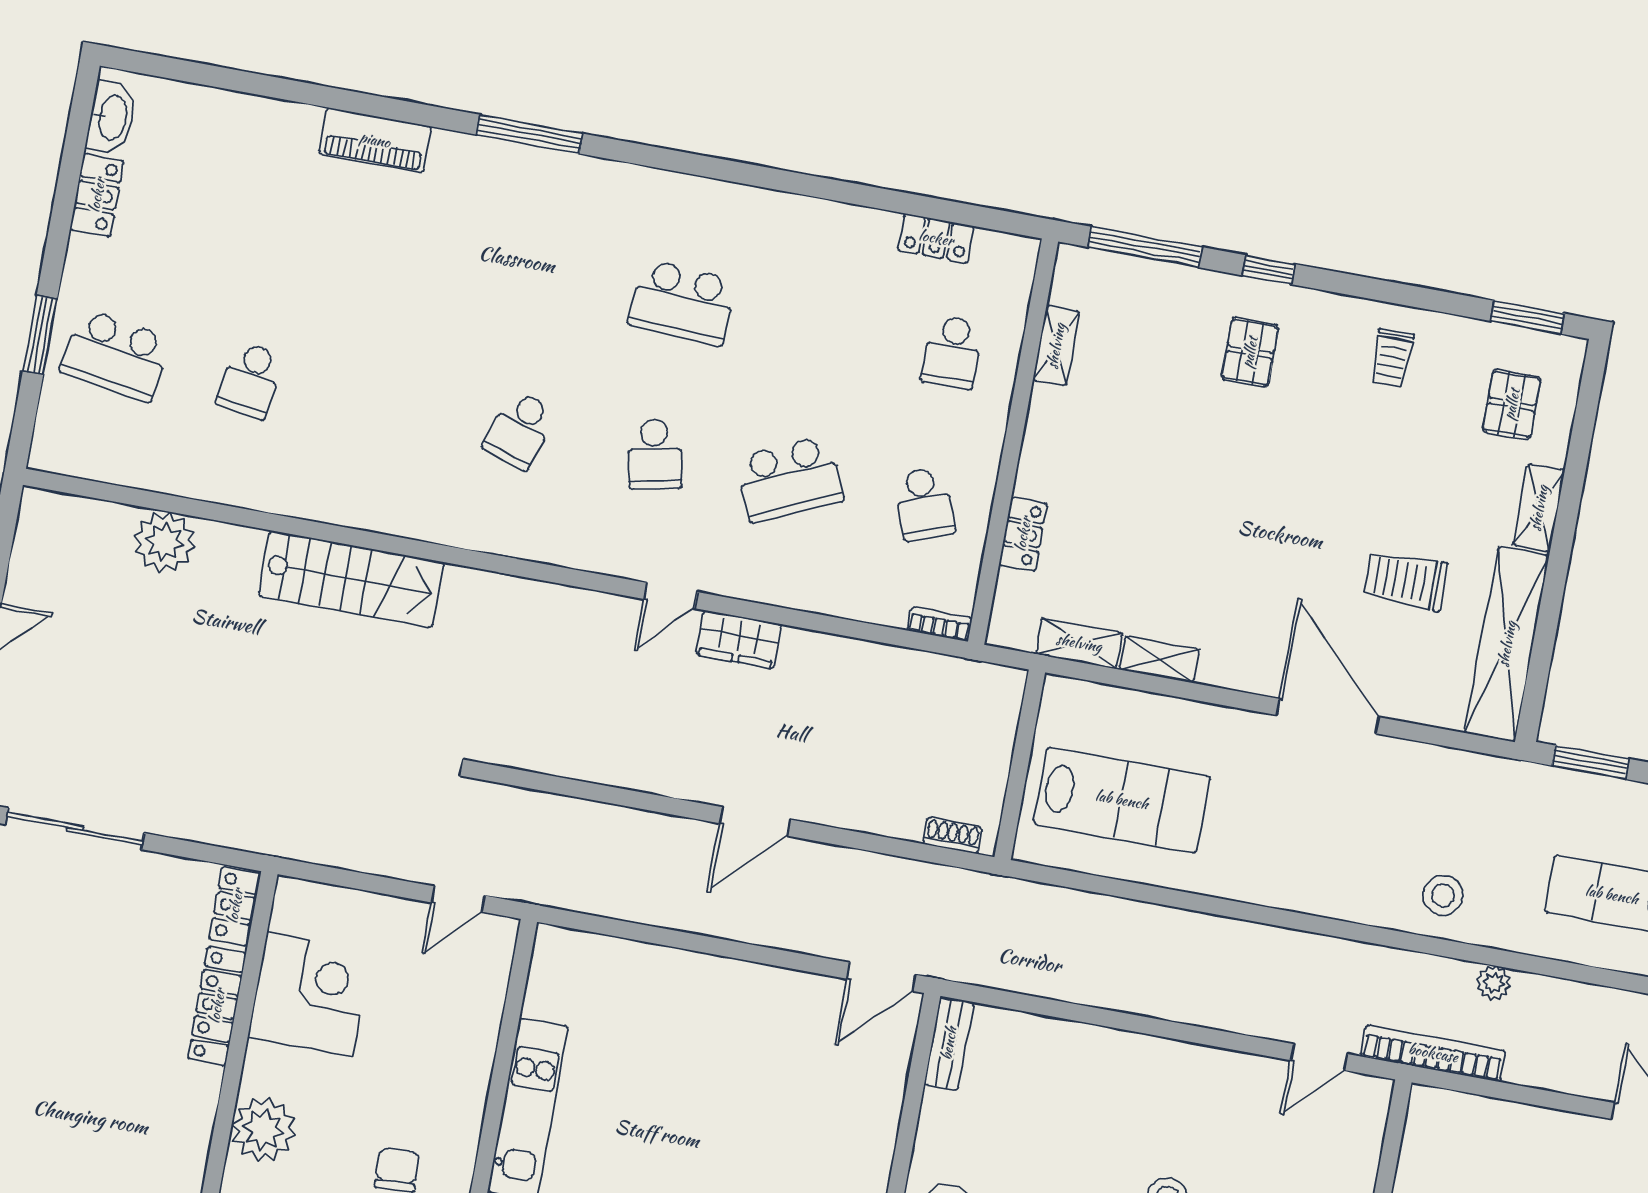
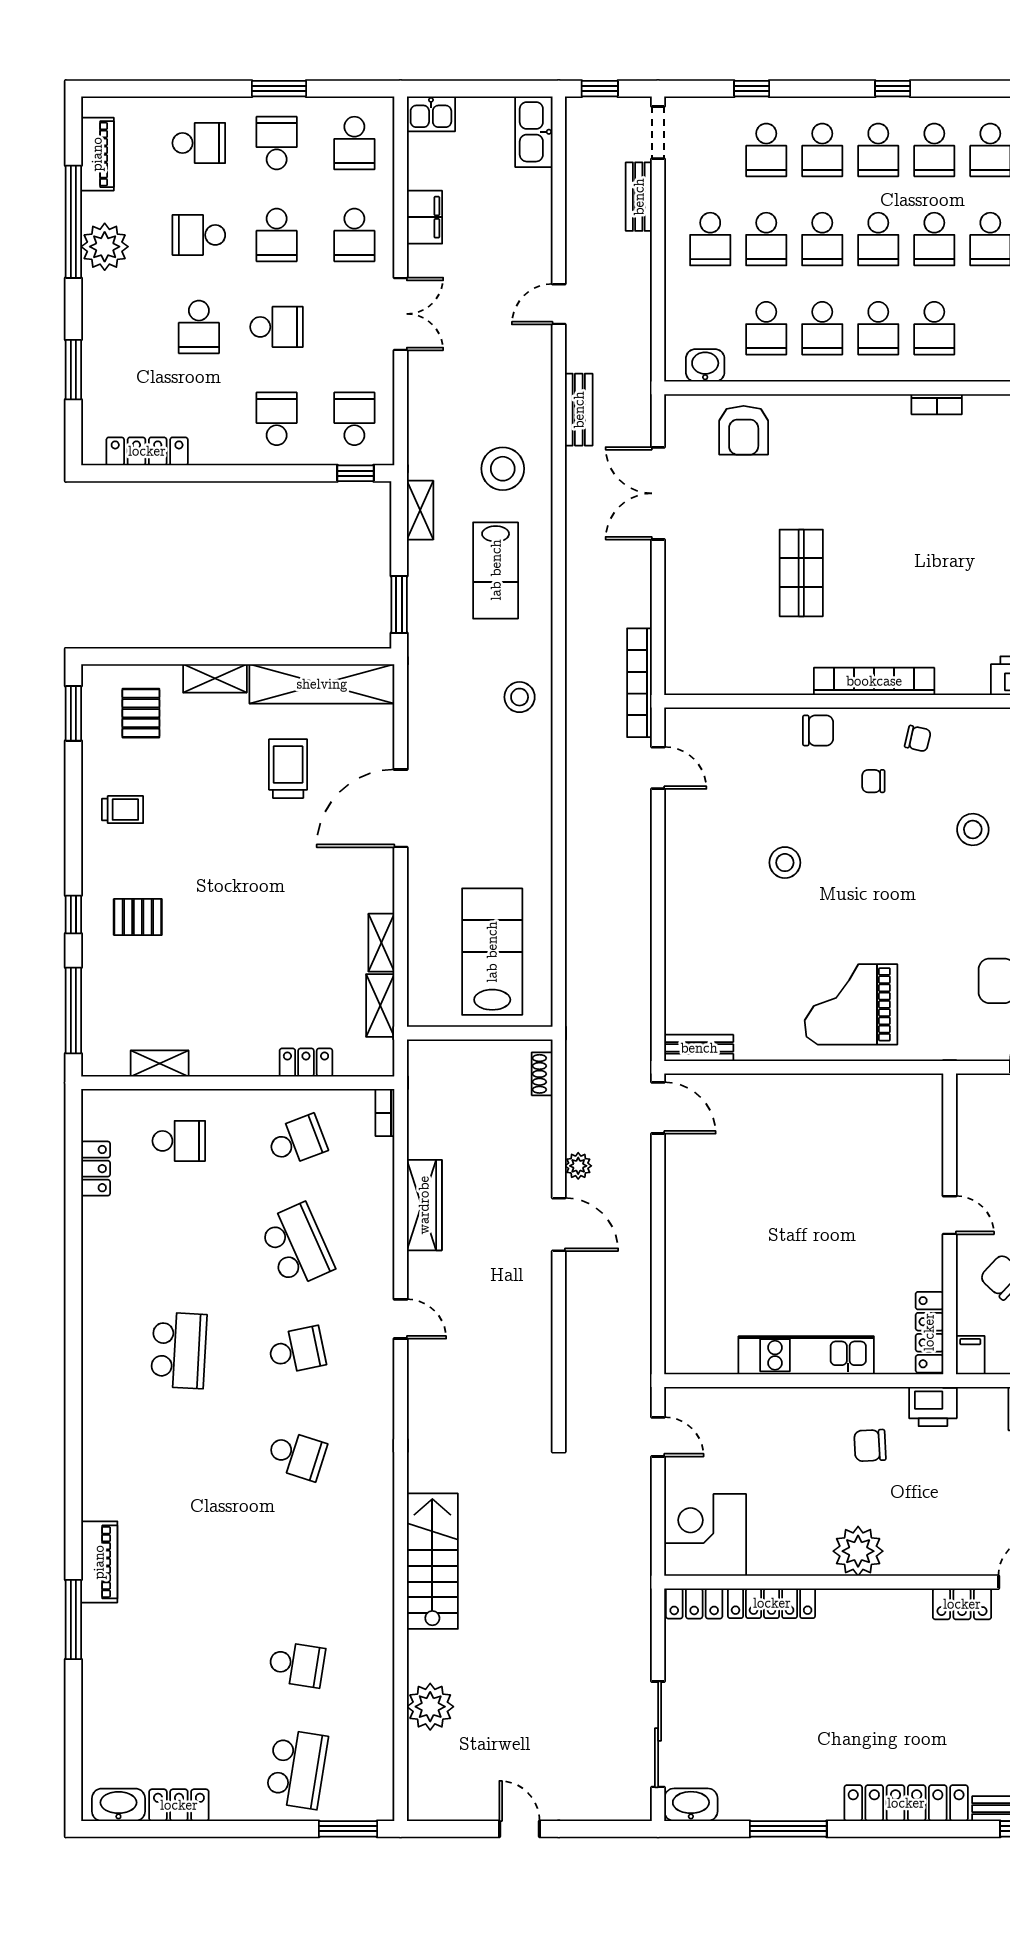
window: (530, 134) -> (73, 1620), moved
piano: (375, 140) -> (99, 1562), moved
window: (40, 335) -> (348, 1829), moved
pallet: (1512, 404) -> (141, 713), turned 90
trolley: (1405, 581) -> (288, 769), turned 180
wardrobe: (739, 639) -> (424, 1205), moved, width x1.50
plant: (1494, 983) -> (578, 1166), moved
corner desk: (310, 994) -> (705, 1535), moved

